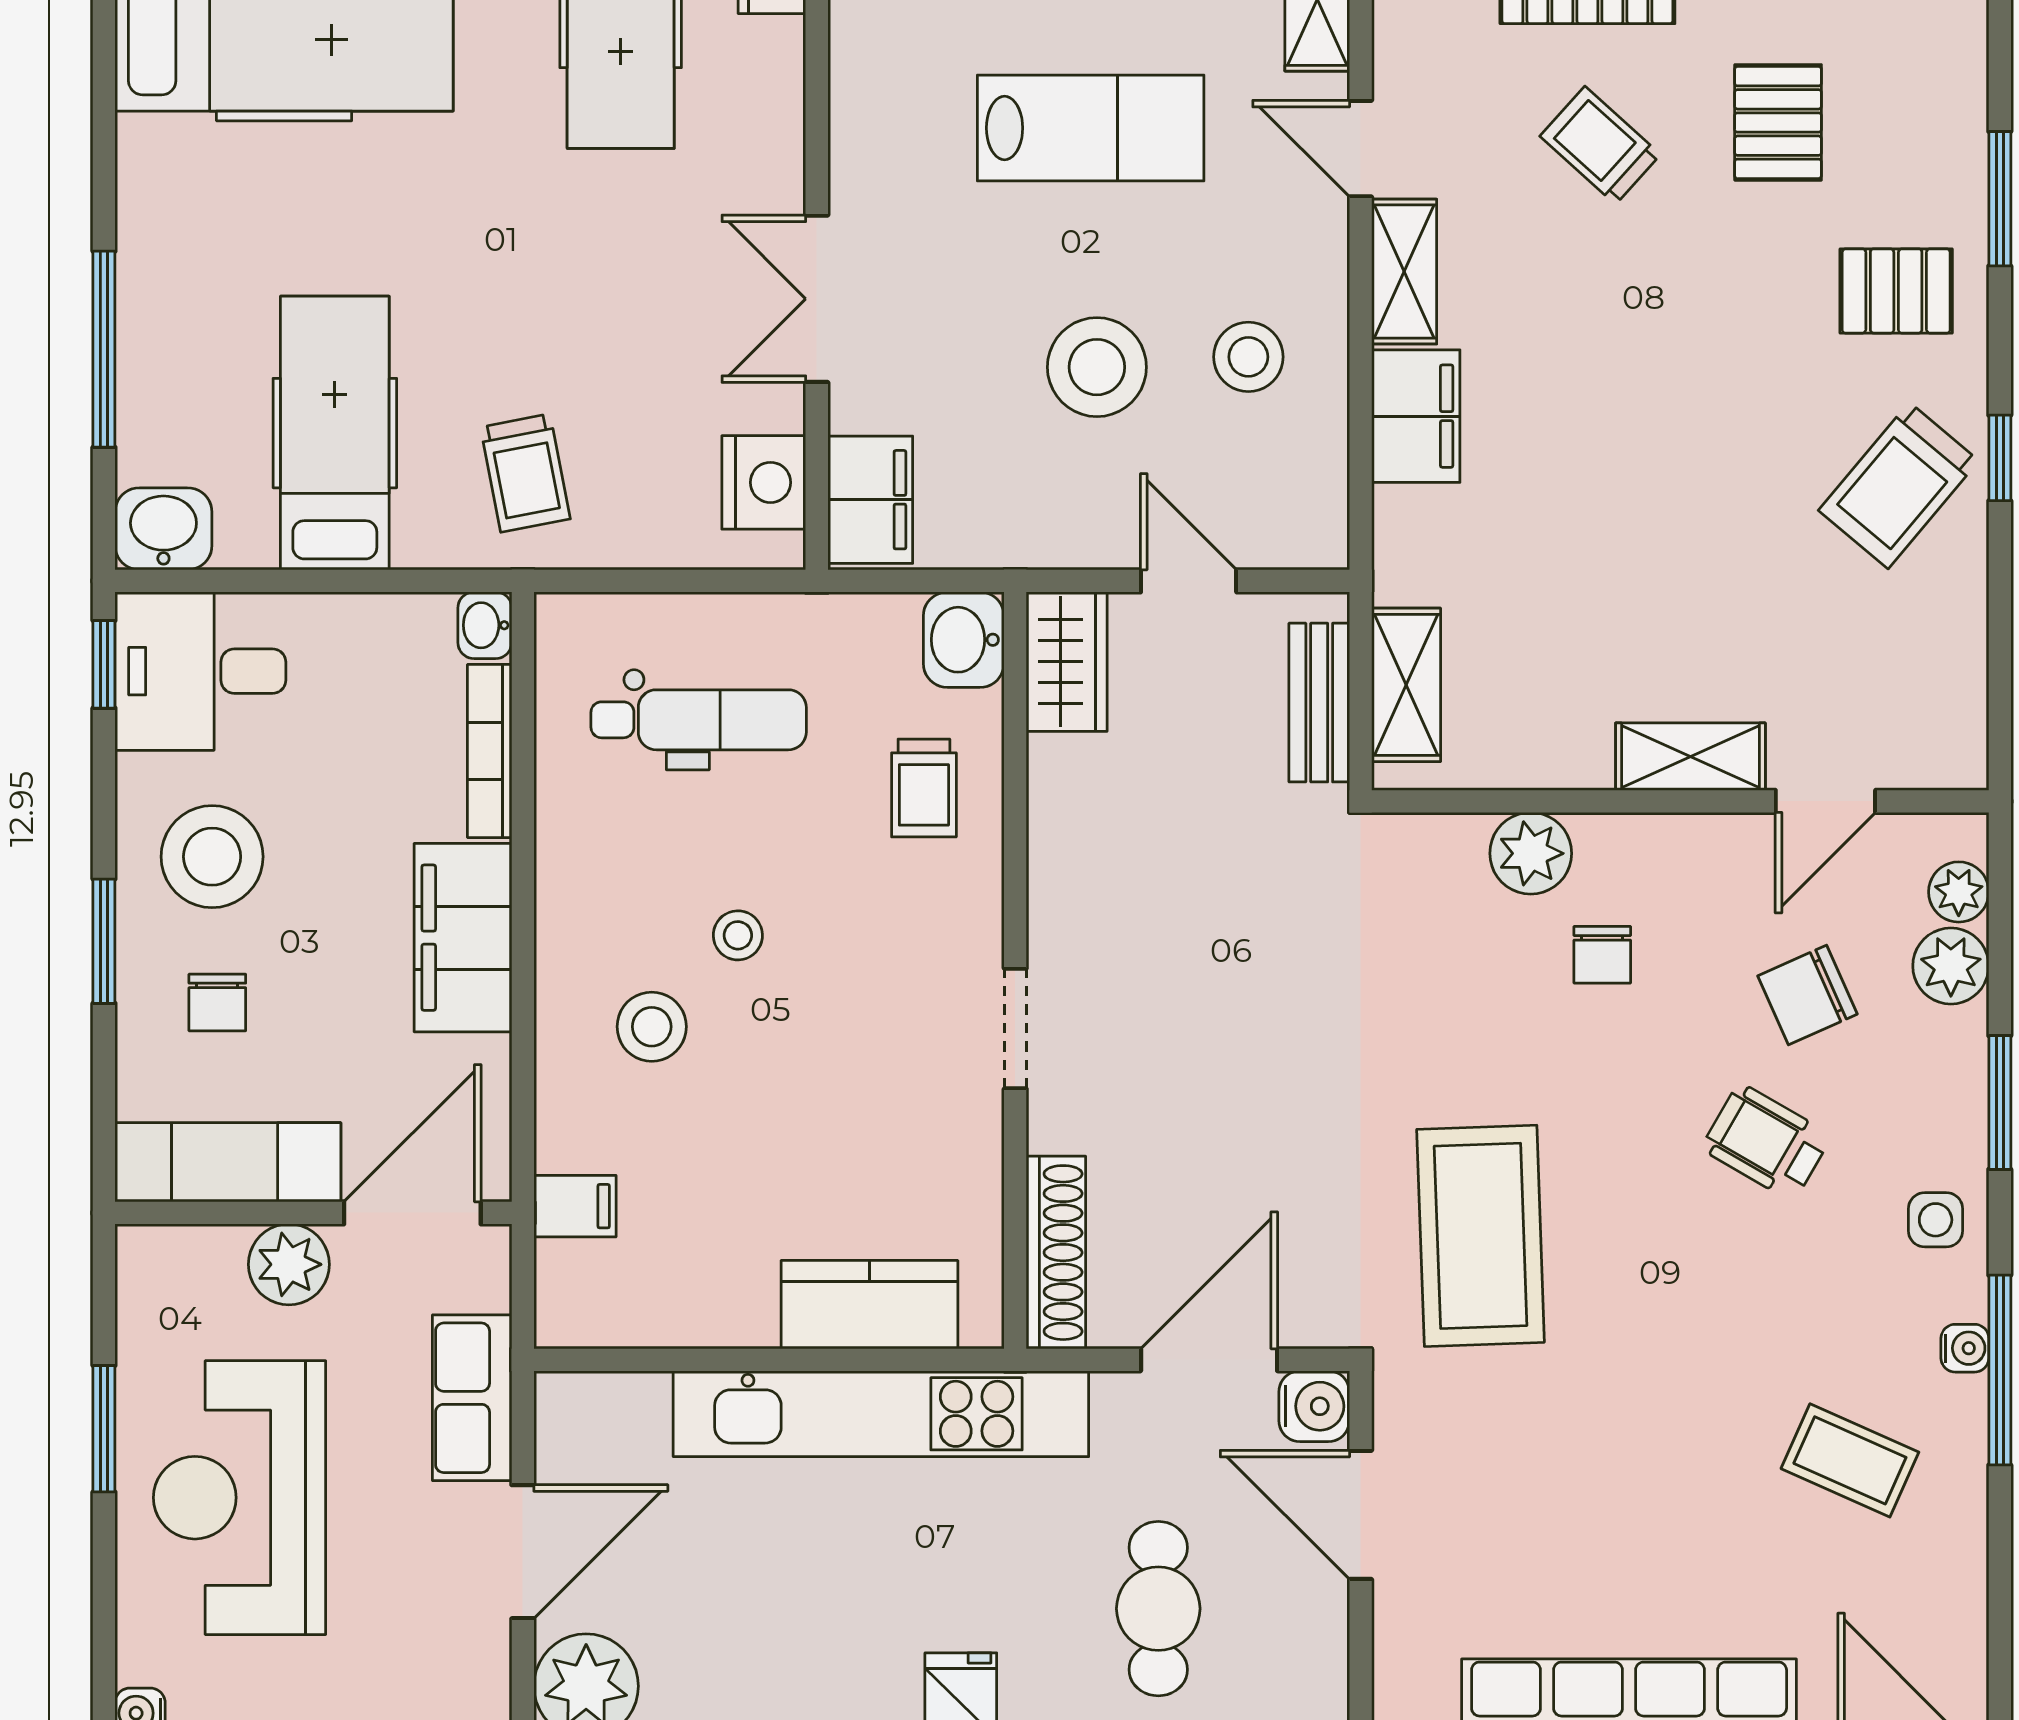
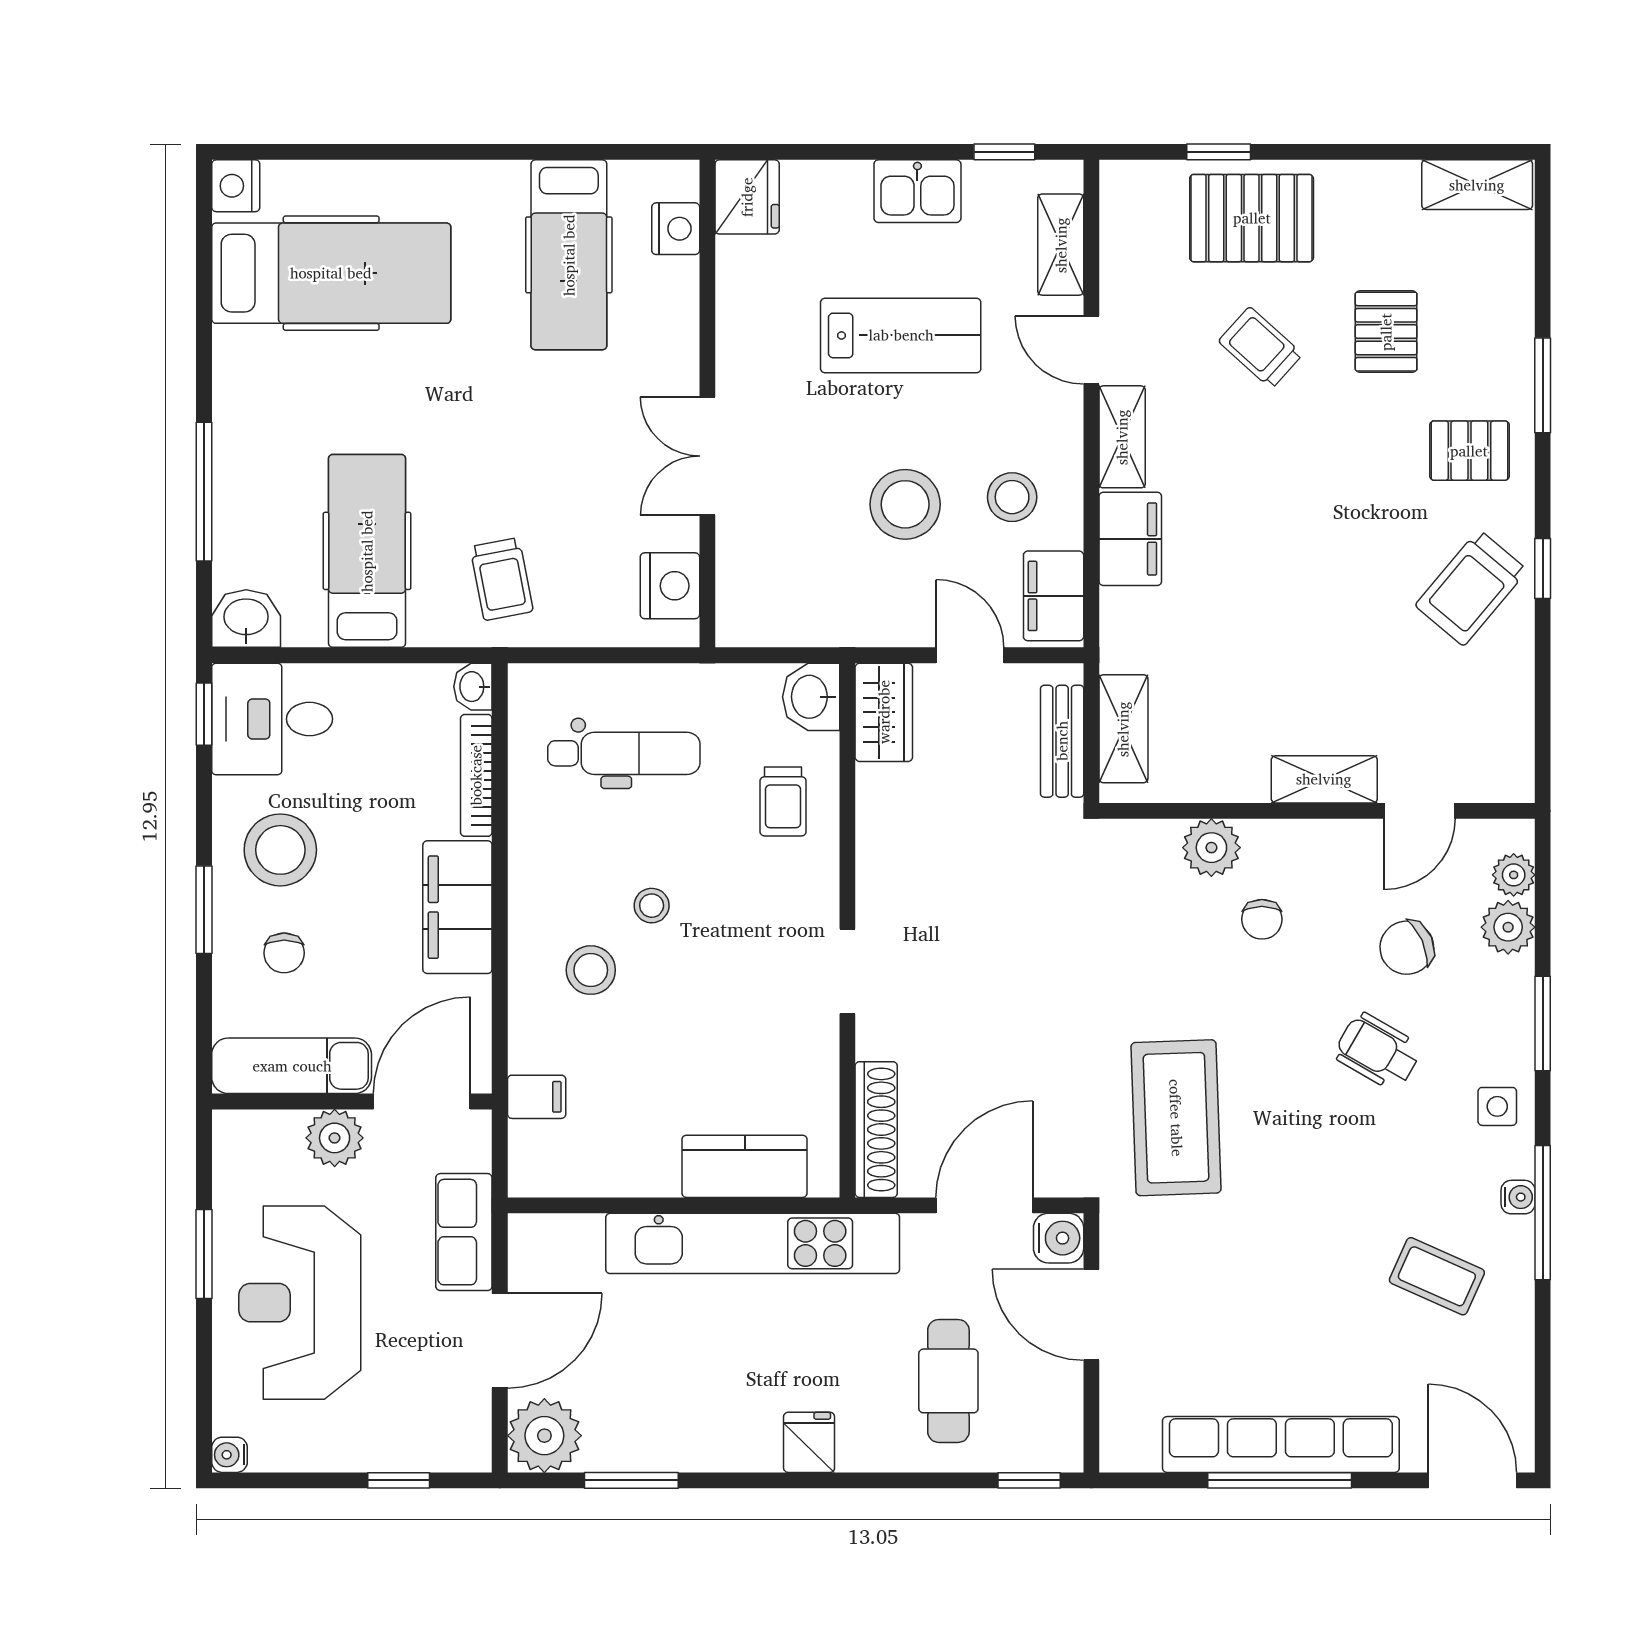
filing cabinet: (870, 500) -> (1054, 596), moved, turned 180

